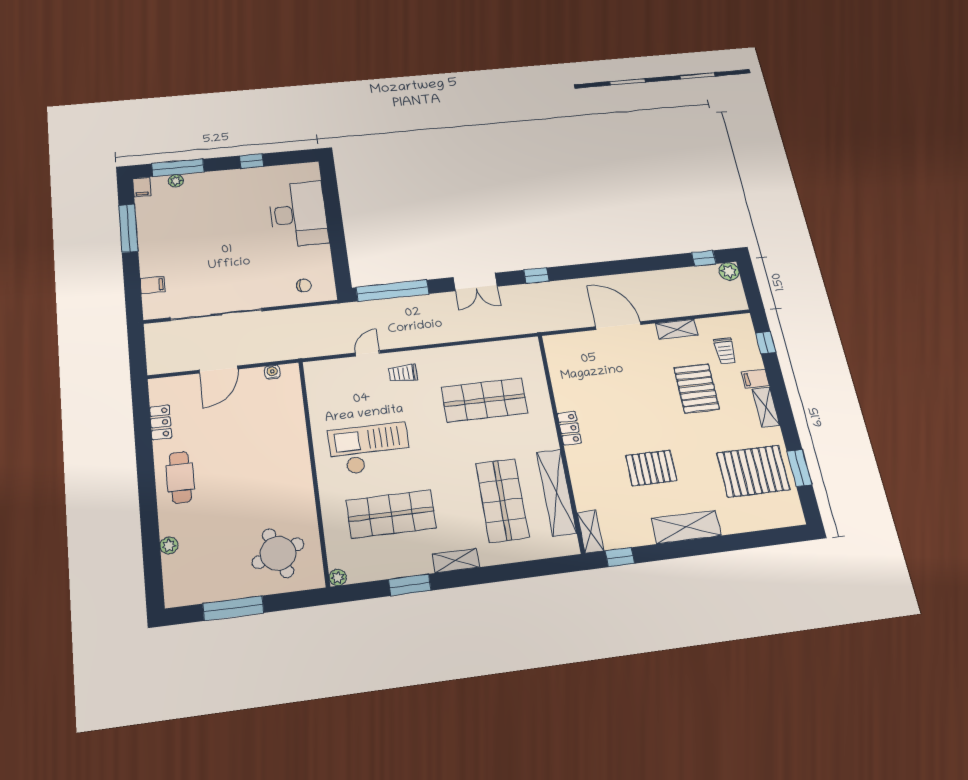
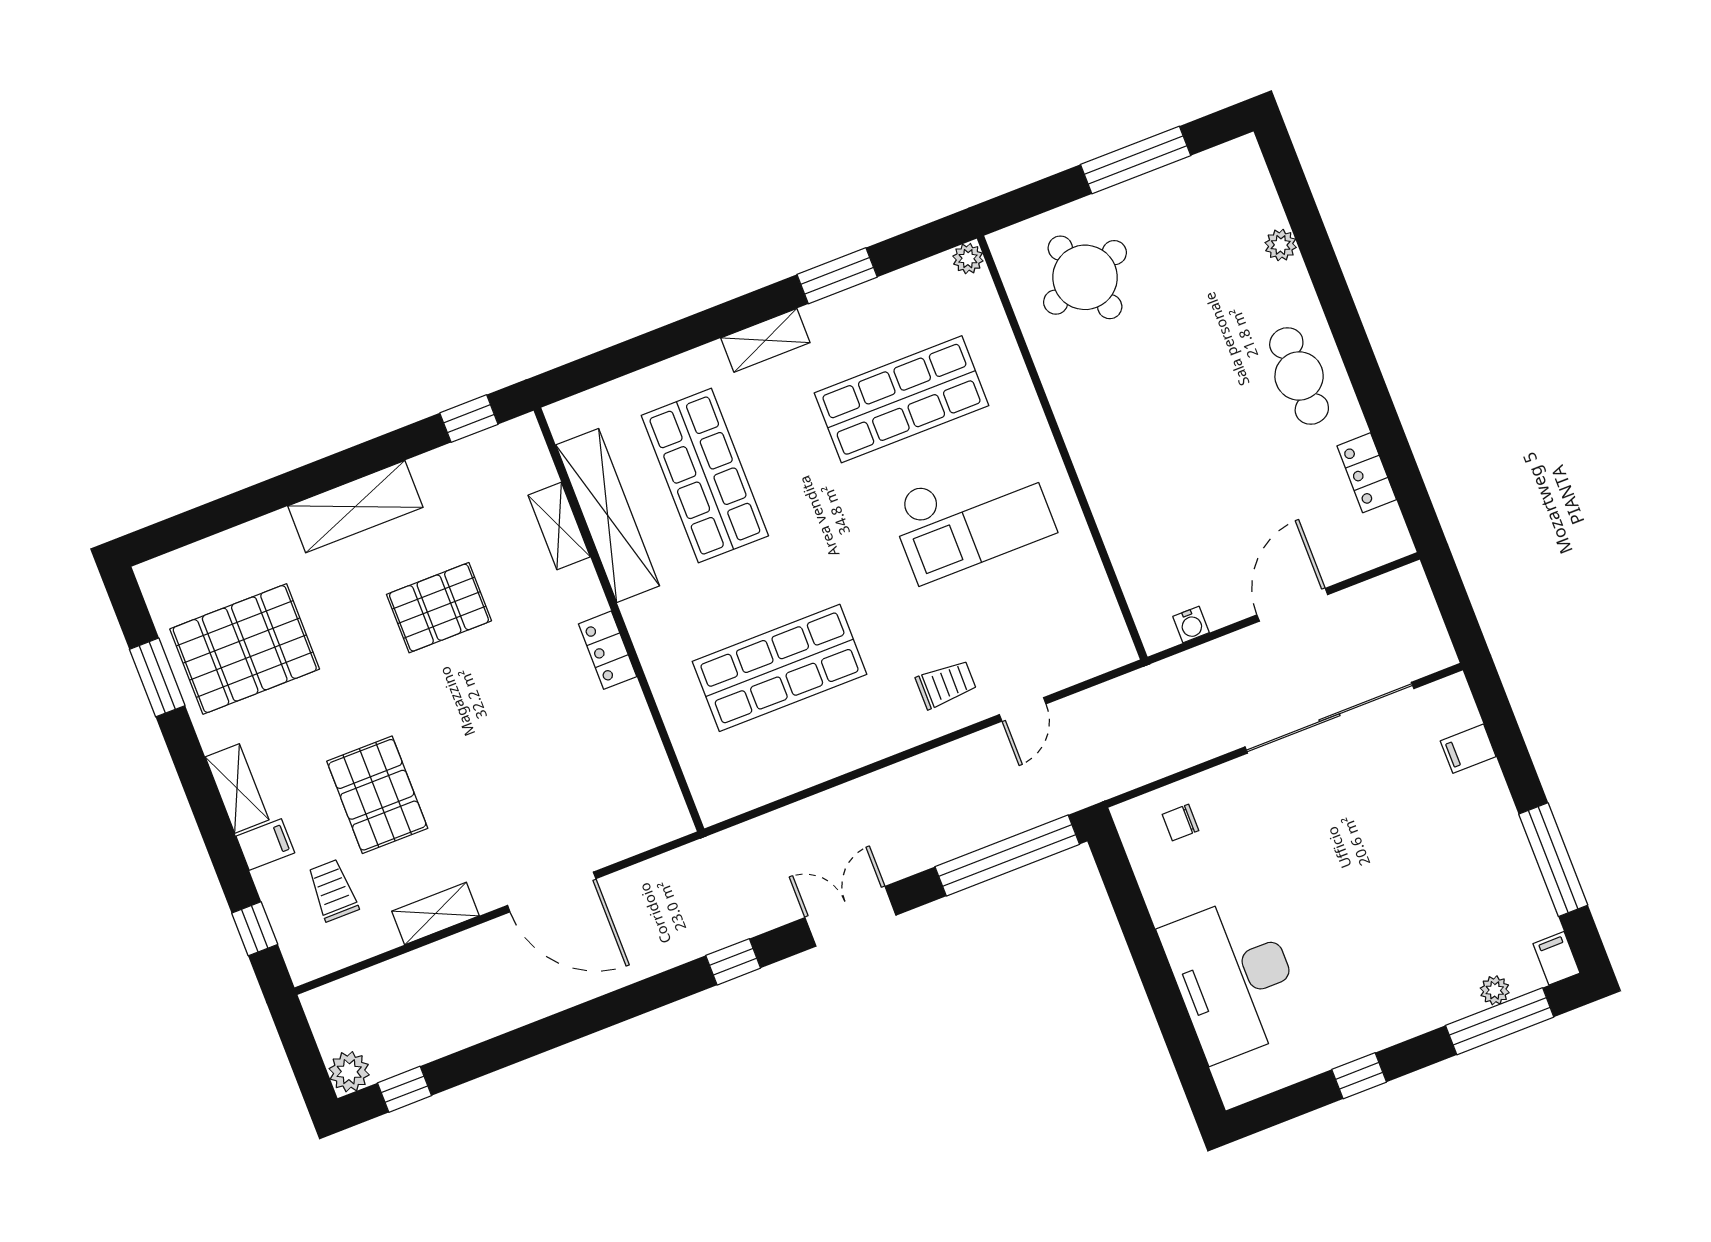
shelving: (590, 532) -> (559, 526), moved

